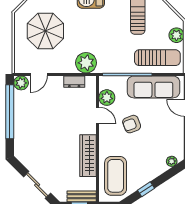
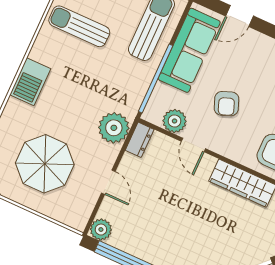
door: (39, 74) -> (108, 182), moved
dresser: (74, 82) -> (140, 140), moved
door: (98, 115) -> (193, 145), swing flipped

